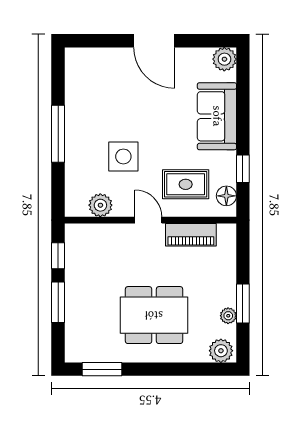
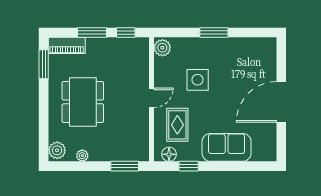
door: (154, 41) -> (281, 102), width x1.36
plant: (224, 59) -> (268, 153), removed
window: (58, 134) -> (214, 32), width x0.69
plant: (100, 205) -> (162, 48), moved
piano: (191, 235) -> (67, 45), moved, turned -90
window: (243, 304) -> (125, 166), moved

